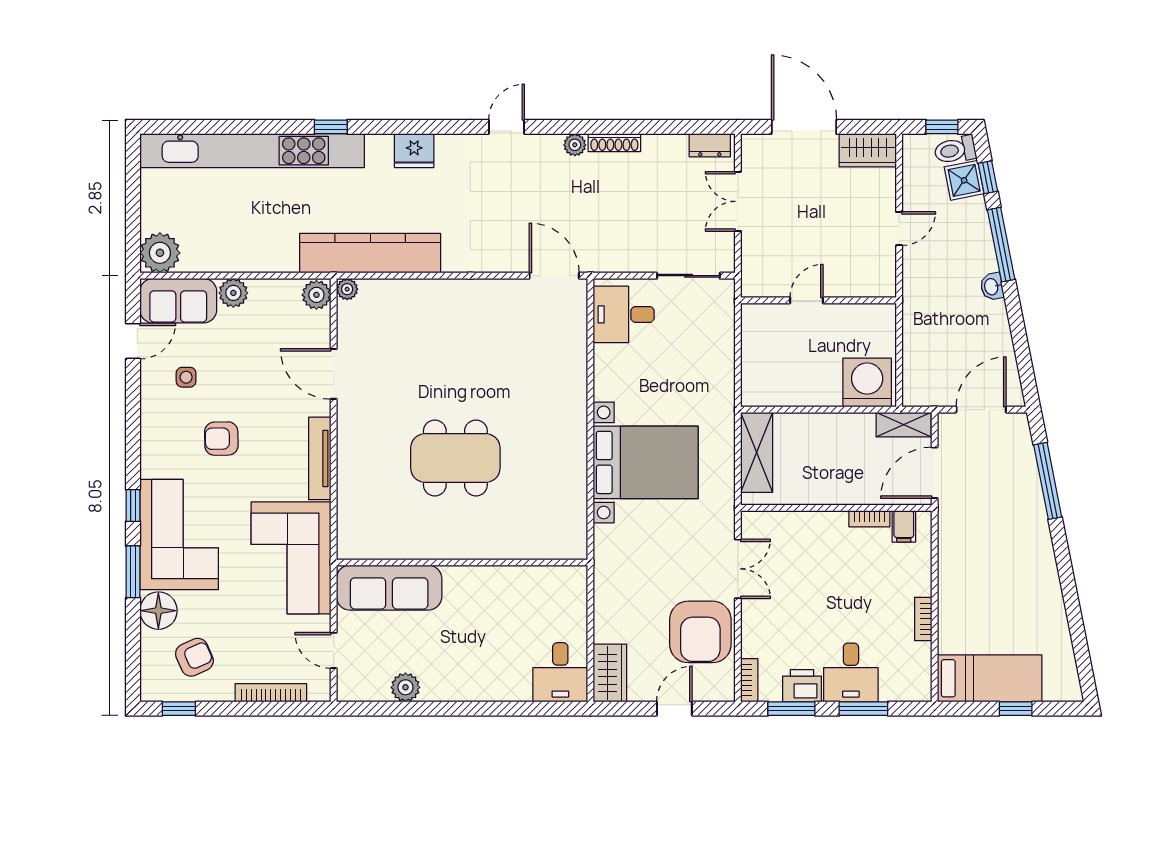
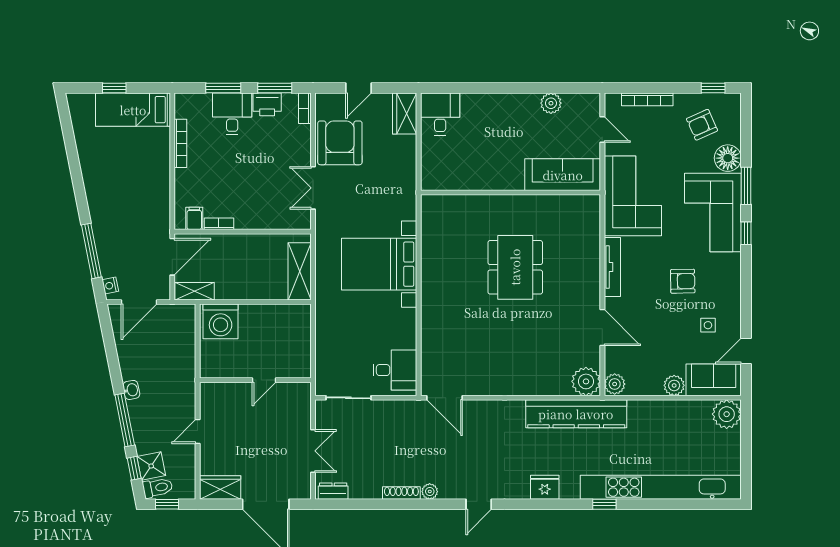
plant: (347, 289) -> (586, 381), width x1.88, depth x1.88
nightstand: (1021, 432) -> (110, 286), added
dining table: (455, 458) -> (515, 267), turned 90
bookcase: (923, 619) -> (180, 143), width x1.56

